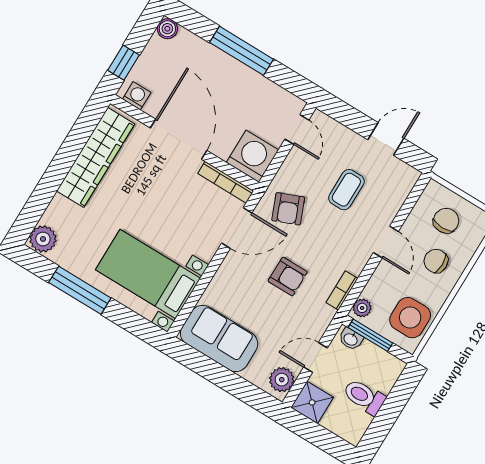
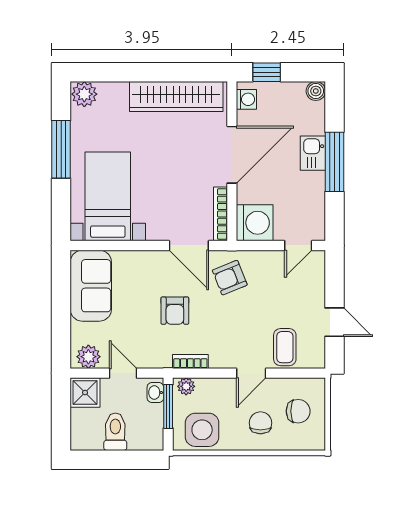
kitchen sink: (222, 65) -> (313, 153), added
coffee table: (346, 190) -> (285, 347), moved, turned 90

